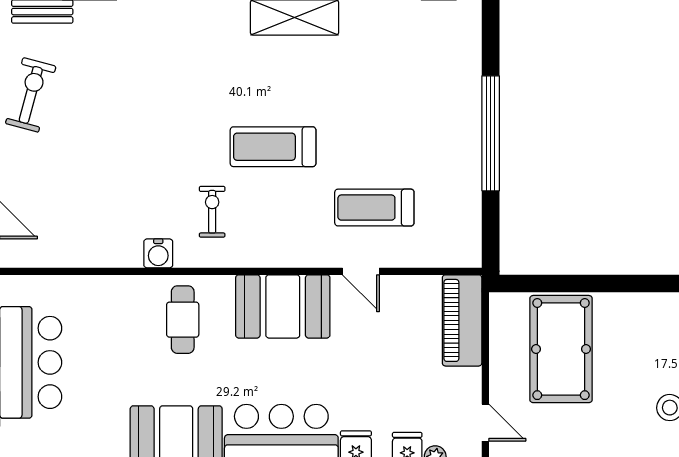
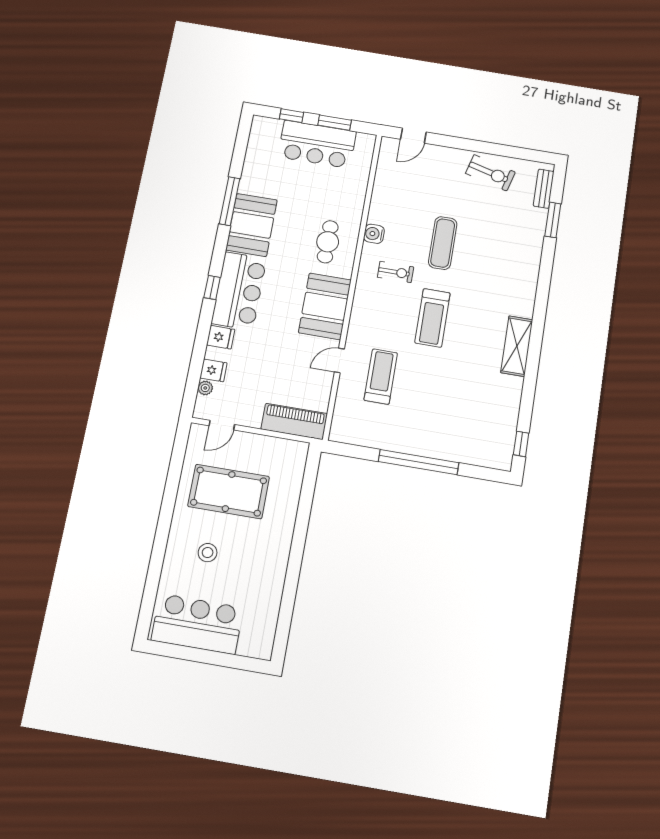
treadmill: (273, 147) -> (432, 318), turned 180
exercise mat: (155, 149) -> (443, 243), added
cafe table: (183, 320) -> (328, 242), turned 90
pool table: (561, 349) -> (229, 491), moved

